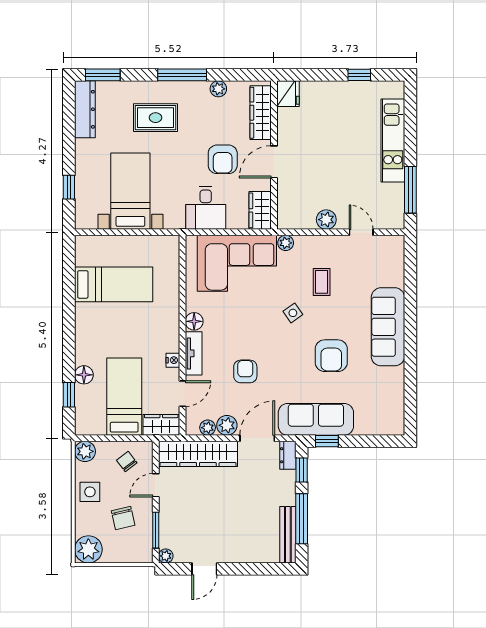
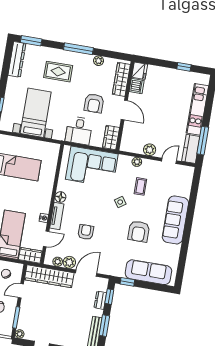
dishwasher: (287, 119) -> (137, 86), added
door: (274, 162) -> (124, 110), swing flipped
kitchen counter: (393, 207) -> (191, 149), added
door: (361, 232) -> (169, 161), hinge flipped
plant: (286, 243) -> (137, 162), moved
sofa: (316, 419) -> (148, 272), moved
dresser: (288, 455) -> (100, 300), moved
window: (302, 519) -> (104, 326), width x0.69

